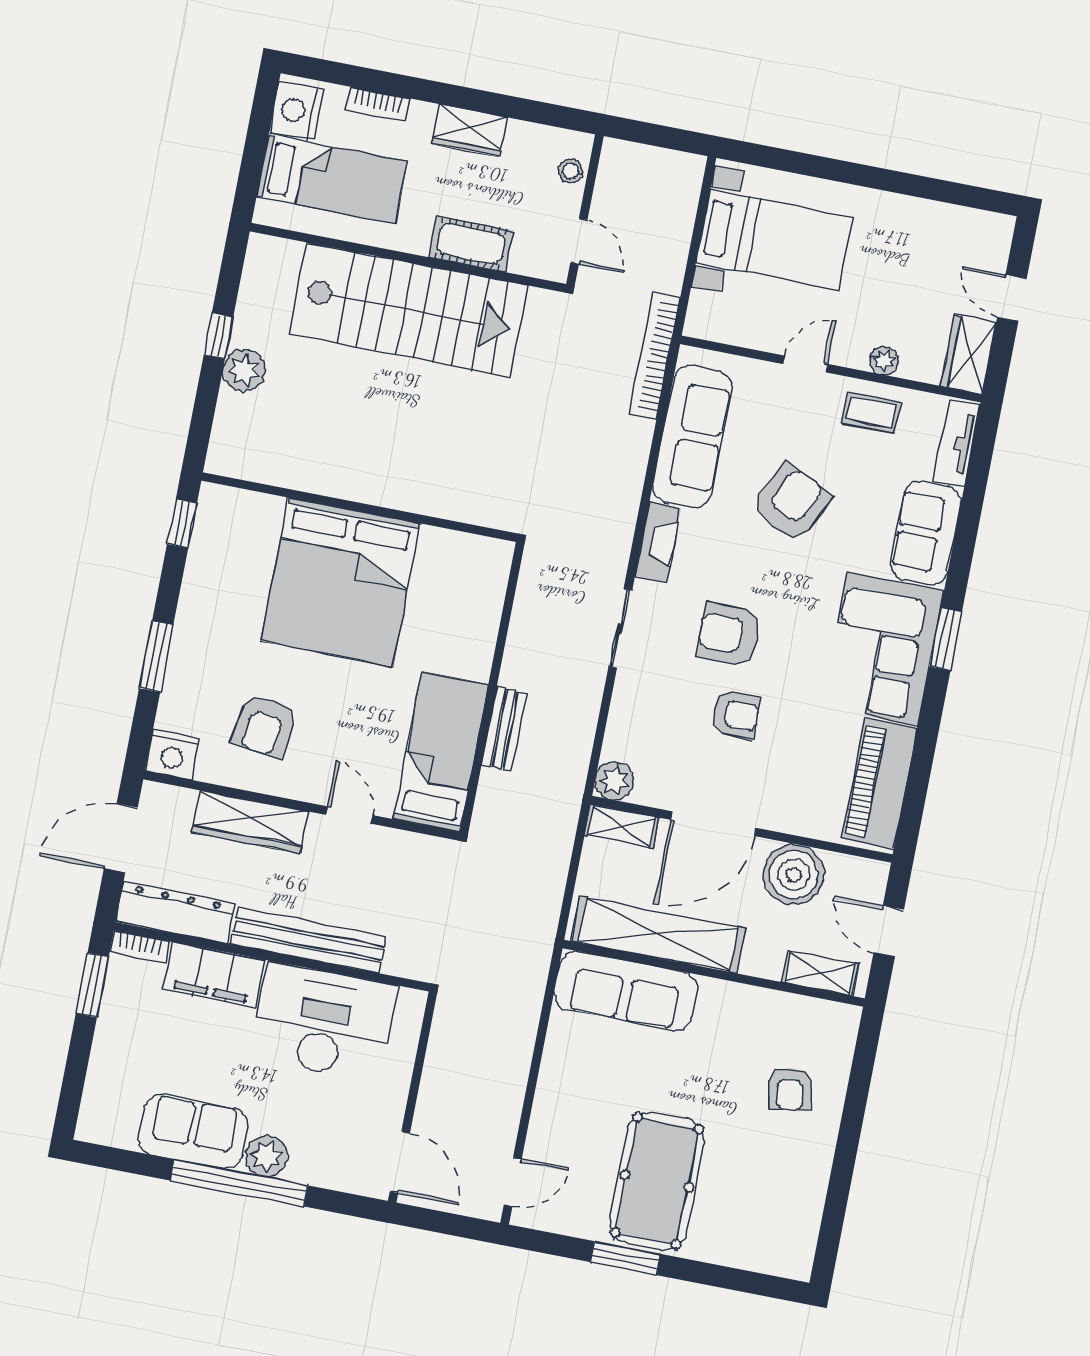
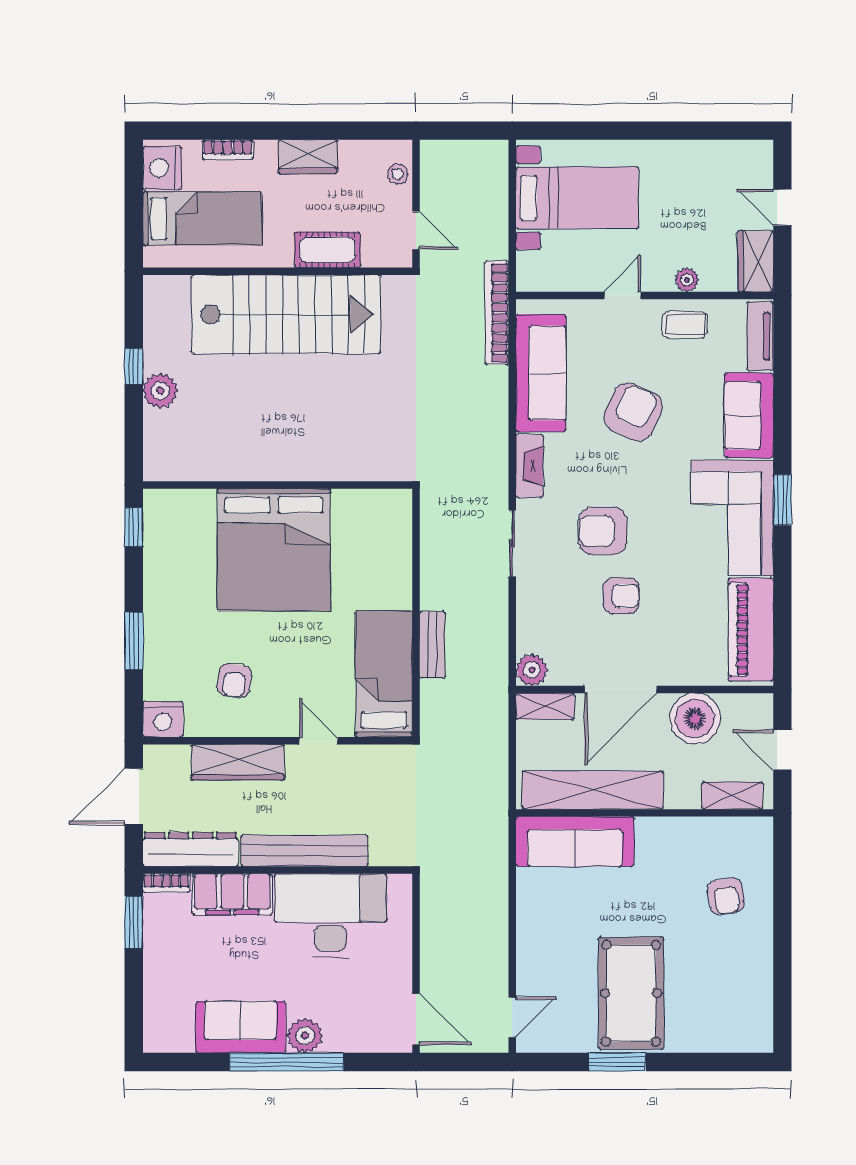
armchair: (265, 726) -> (234, 681), width x0.72, depth x0.72

